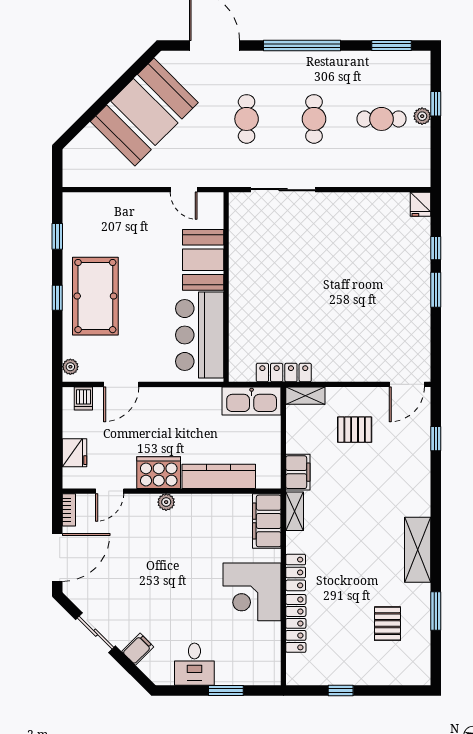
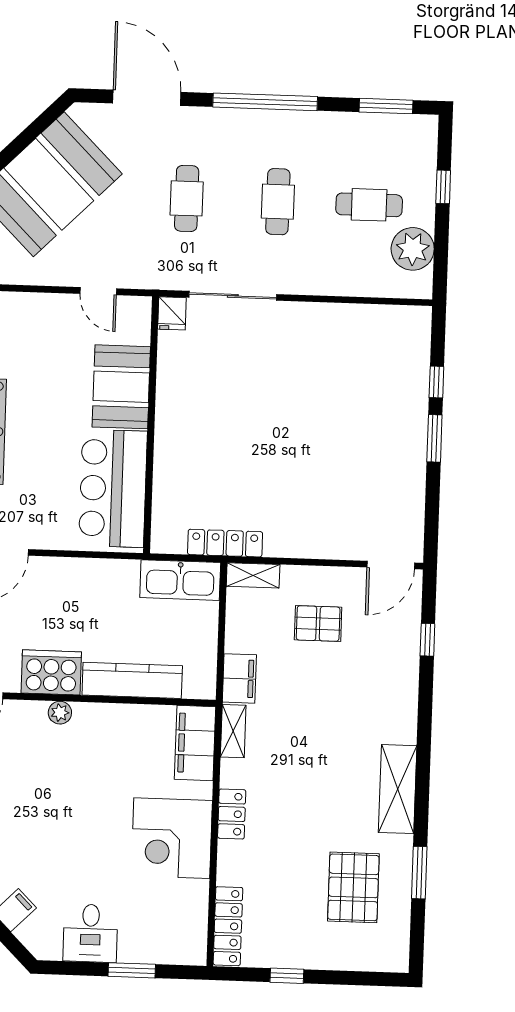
plant: (422, 116) -> (413, 249), moved, width x1.88, depth x1.88
fridge: (421, 204) -> (172, 313), moved
locker: (296, 623) -> (228, 926), moved
pallet: (388, 624) -> (353, 887), width x1.50, depth x1.42

